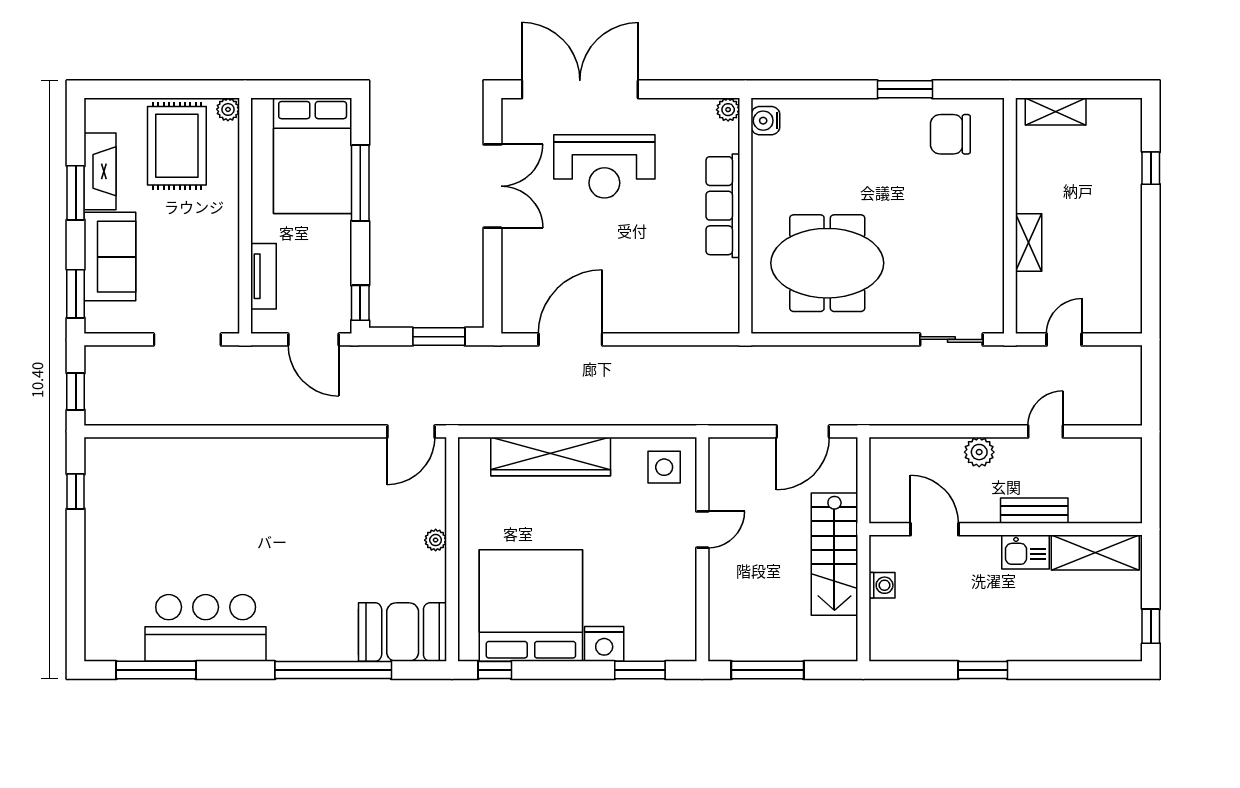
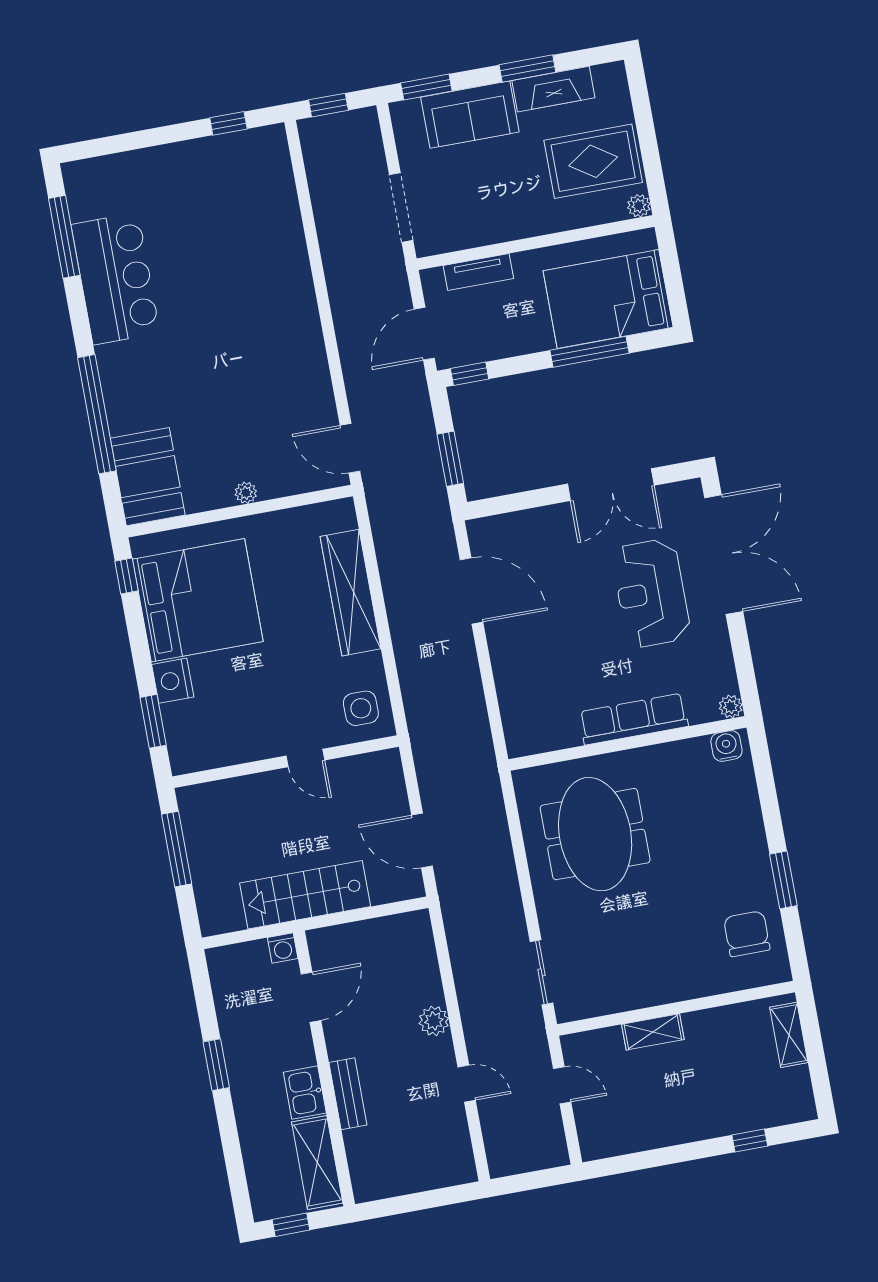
bench: (1034, 511) -> (348, 1094), moved
door: (934, 529) -> (311, 997), moved
wall: (1006, 529) -> (324, 1068), moved
kitchen sink: (1025, 552) -> (305, 1093), moved
shelving: (1095, 553) -> (317, 1162), moved

